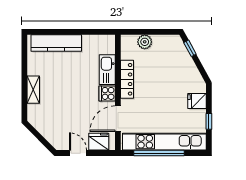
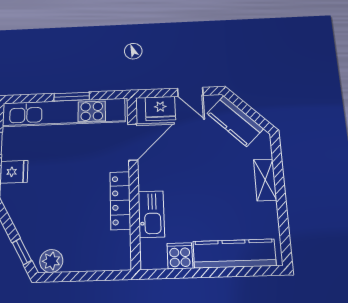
plant: (145, 42) -> (51, 261), moved
cooker: (107, 93) -> (180, 256), moved, turned -90
kitchen counter: (49, 131) -> (235, 121), added
window: (159, 153) -> (72, 97), width x0.47

